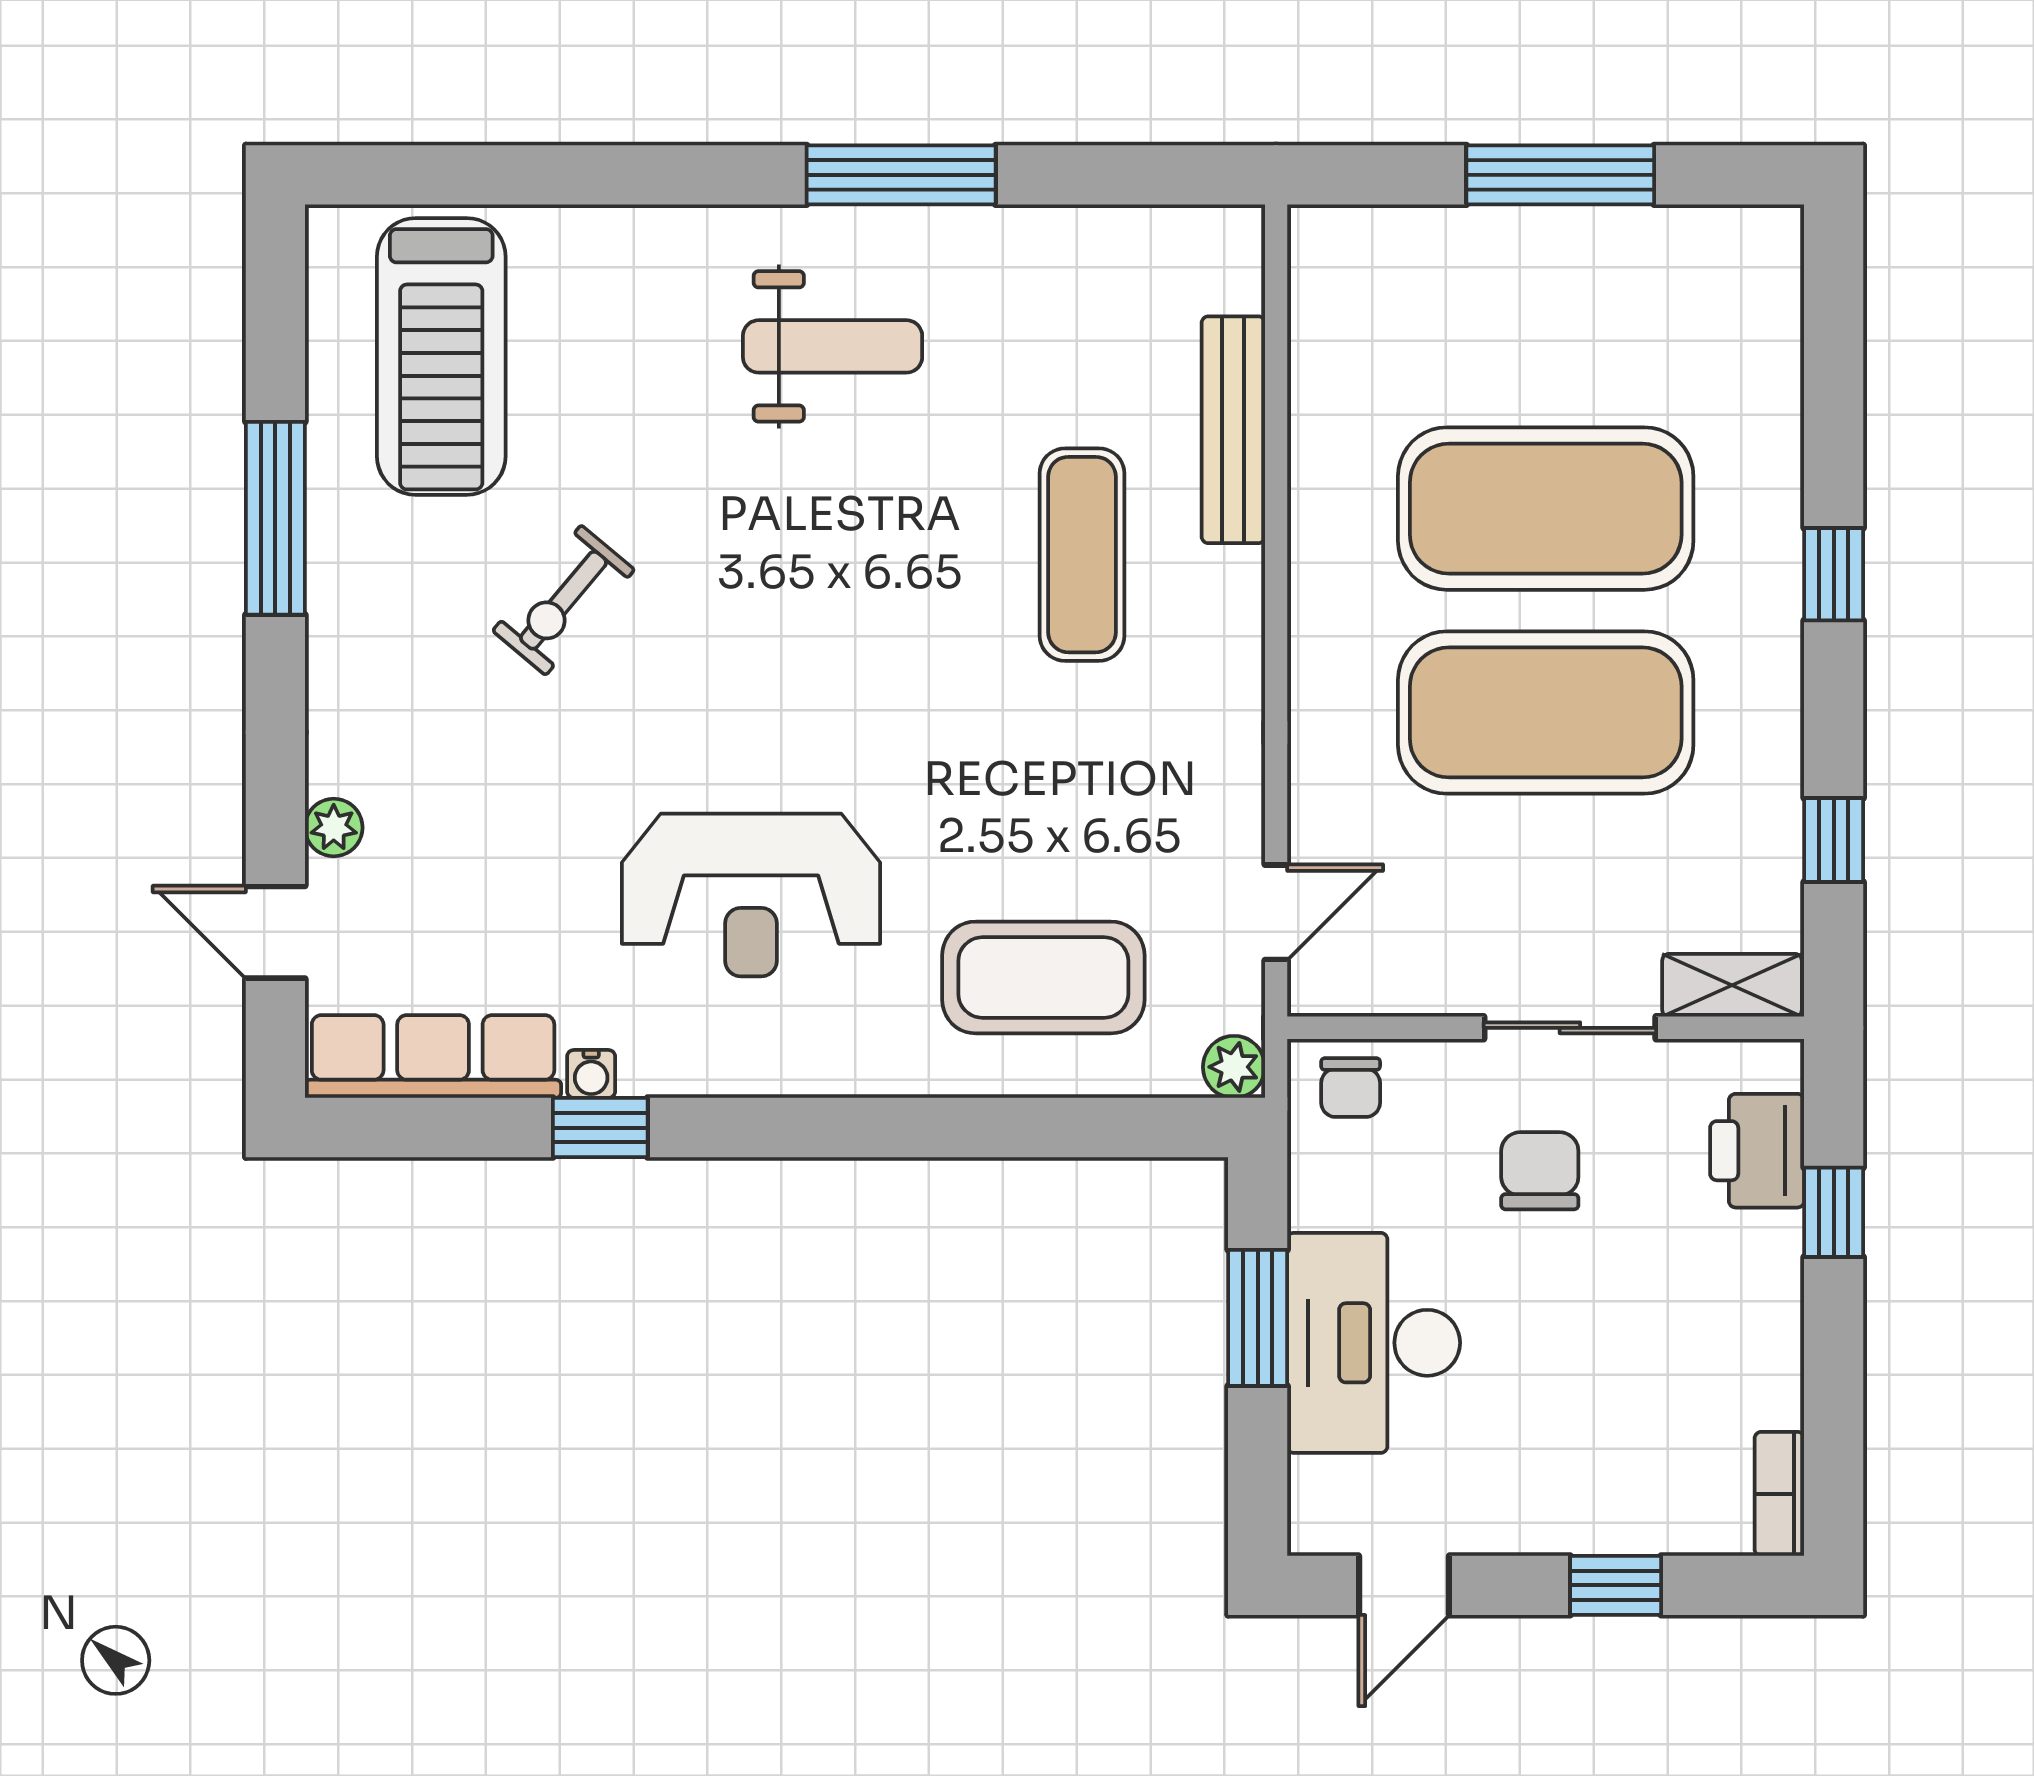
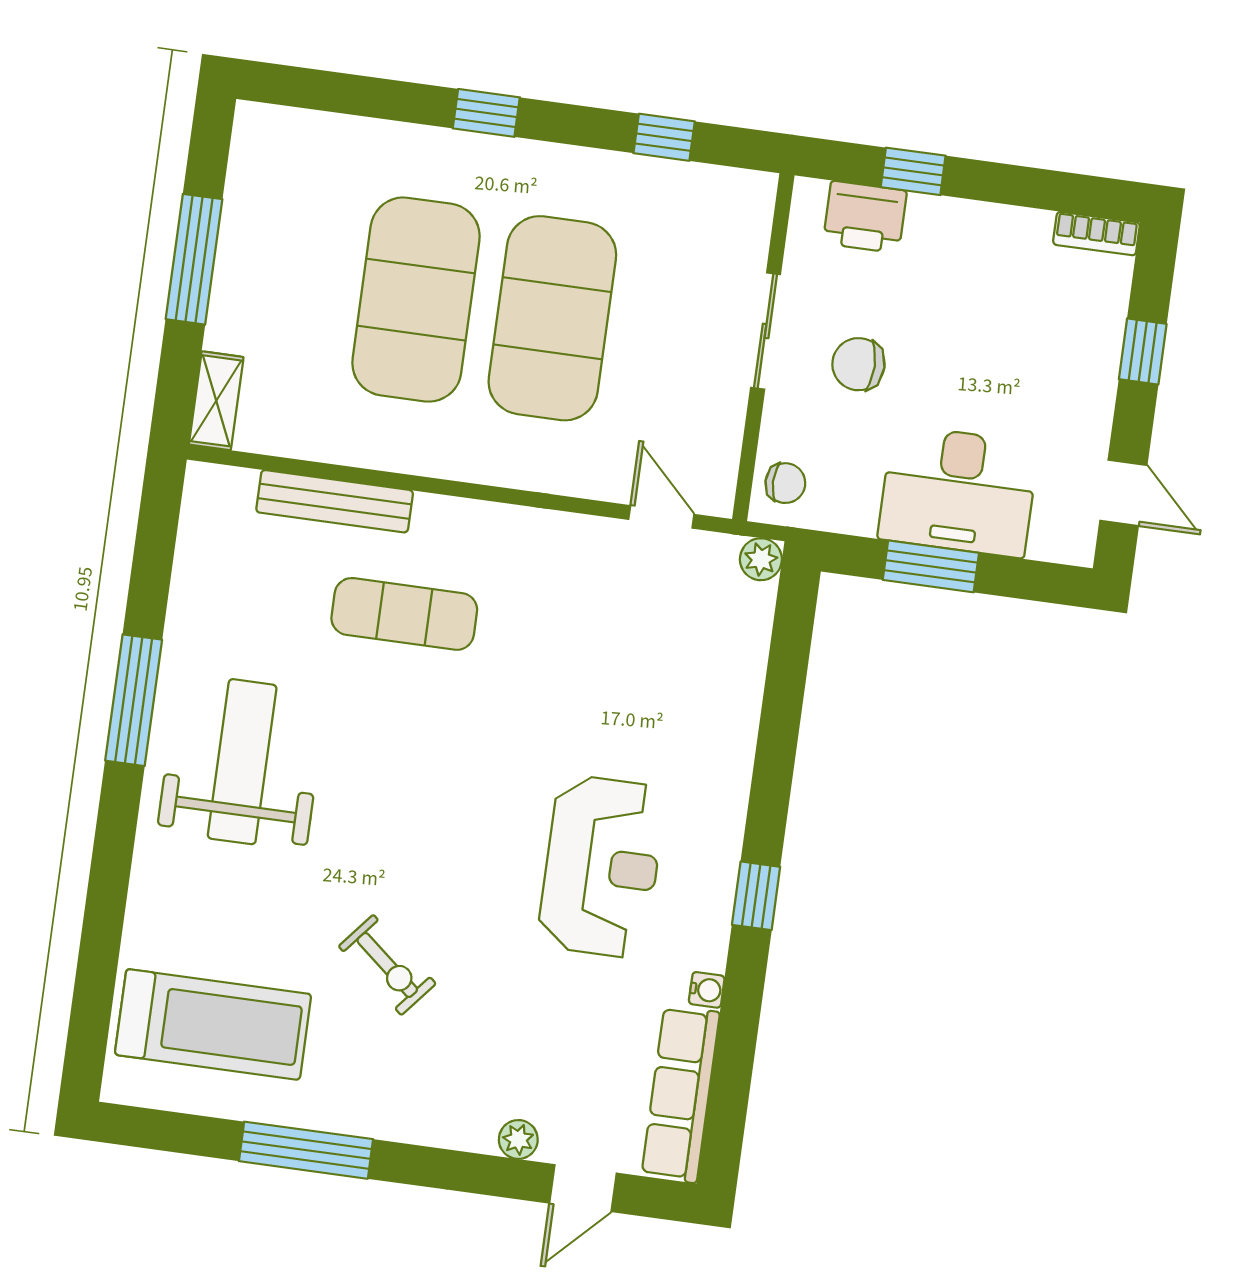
weight bench: (833, 346) -> (242, 762), width x1.36, depth x1.33
coffee table: (1043, 977) -> (684, 679), removed
shelving: (1732, 985) -> (216, 401), moved
window: (600, 1128) -> (756, 896), moved

